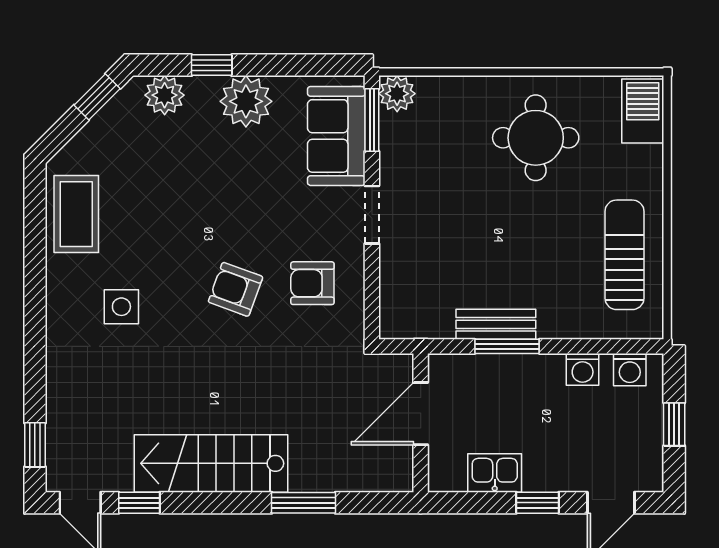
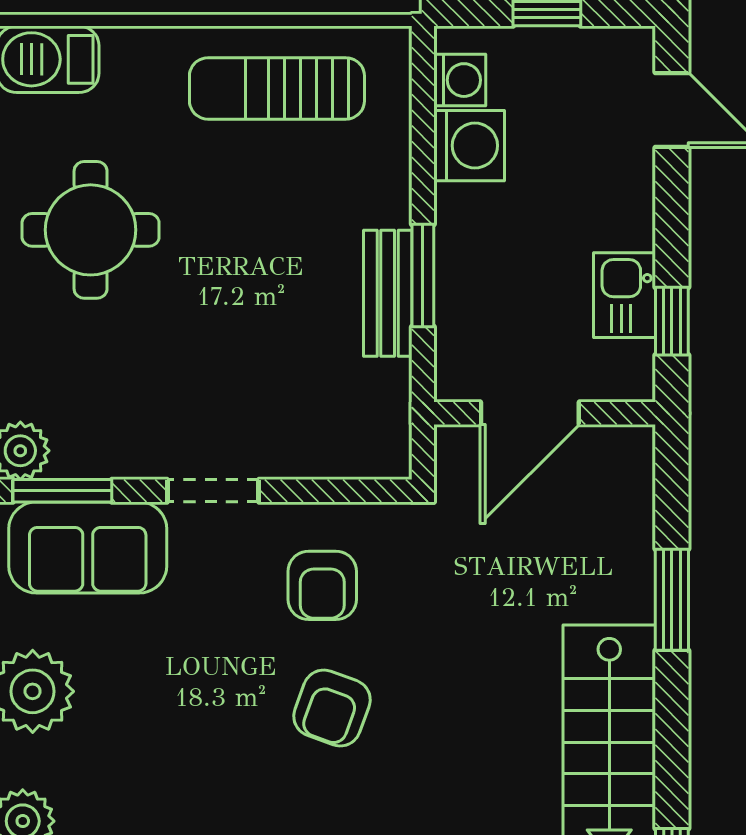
washing machine: (583, 369) -> (469, 146), width x1.38, depth x1.38
door: (421, 414) -> (530, 413), hinge flipped
window: (538, 503) -> (672, 321), moved

